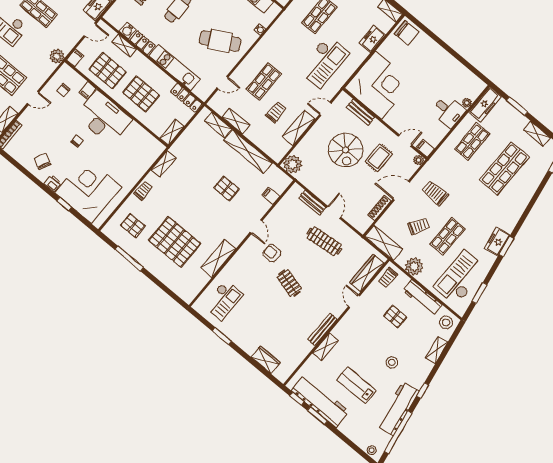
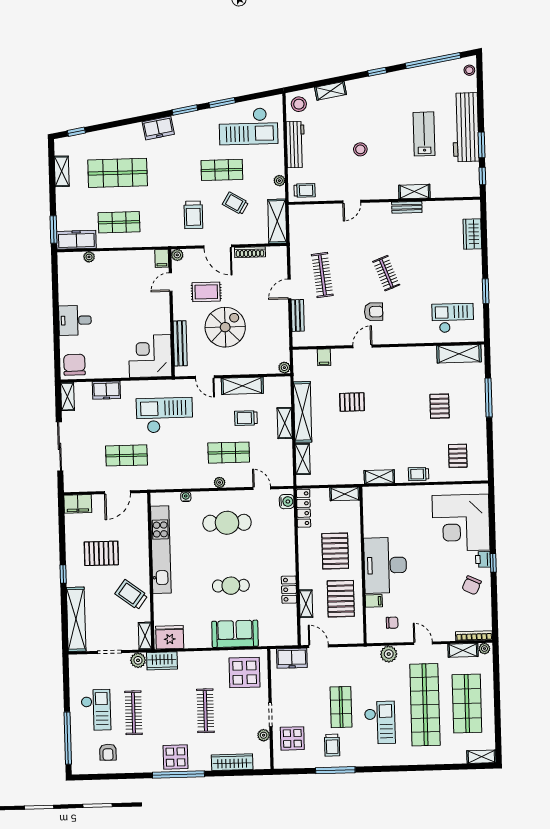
water cooler: (128, 30) -> (287, 502), moved
cafe table: (220, 41) -> (227, 523), turned -62
plant: (57, 56) -> (389, 654), moved
filing cabinet: (75, 58) -> (355, 637), removed
plant: (250, 59) -> (220, 482), added
kitchen unit: (175, 68) -> (286, 542), removed
corner desk: (379, 85) -> (150, 356), width x0.74, depth x0.74
window: (517, 106) -> (54, 230), moved
desk: (448, 111) -> (75, 320), moved, turned -90
bench: (361, 112) -> (180, 343), width x1.36
shelving: (236, 121) -> (285, 423), moved
chair: (77, 141) -> (427, 571), removed
door: (405, 141) -> (171, 282), hinge flipped
plant: (293, 164) -> (284, 368), width x0.53, depth x0.53
pallet: (226, 189) -> (352, 402), turned 90
window: (64, 204) -> (493, 563), moved
pallet: (175, 242) -> (440, 406), width x0.49, depth x0.50
freezer: (497, 242) -> (158, 128), moved
armchair: (272, 253) -> (374, 312), turned -90
shelving: (218, 258) -> (459, 354), moved
window: (129, 259) -> (489, 398), moved
plant: (414, 266) -> (279, 181), width x0.53, depth x0.53
wardrobe: (367, 273) -> (317, 213), removed
clothes rail: (289, 283) -> (386, 273), turned -36
window: (479, 293) -> (222, 103), moved
pallet: (395, 316) -> (333, 154), removed
bench: (323, 330) -> (407, 207), width x0.73
stool: (392, 362) -> (360, 149), moved
lab bench: (357, 385) -> (424, 134), turned 180
workbench: (320, 401) -> (466, 127), moved
workbench: (398, 409) -> (412, 79), removed

